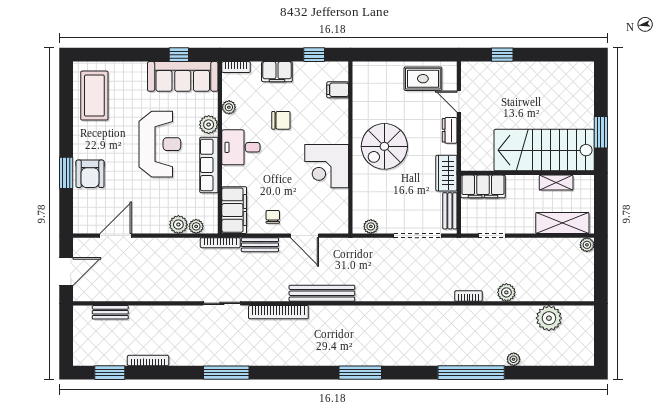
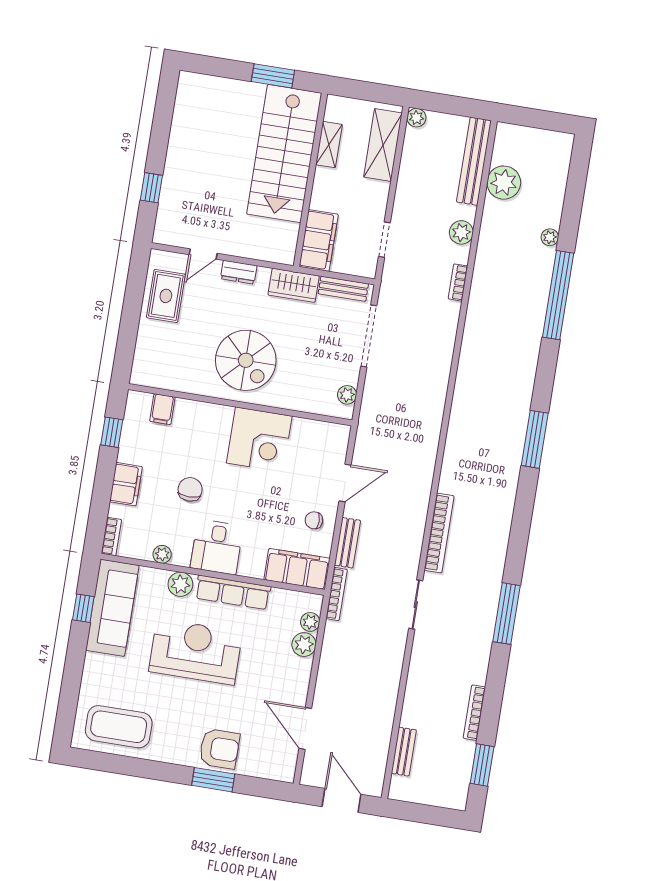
bench: (322, 293) -> (474, 161), moved

